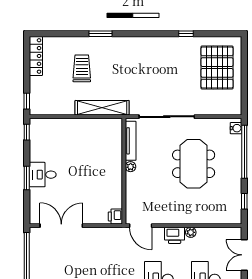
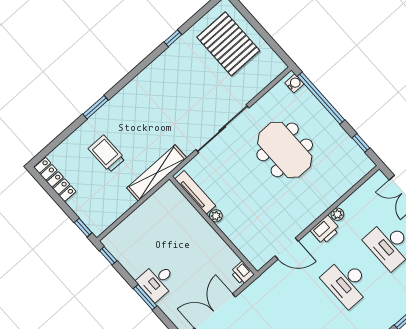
tv unit: (131, 141) -> (195, 192), moved
plant: (131, 167) -> (216, 216), moved
wall: (124, 171) -> (213, 225), moved
printer: (115, 216) -> (242, 273), moved

